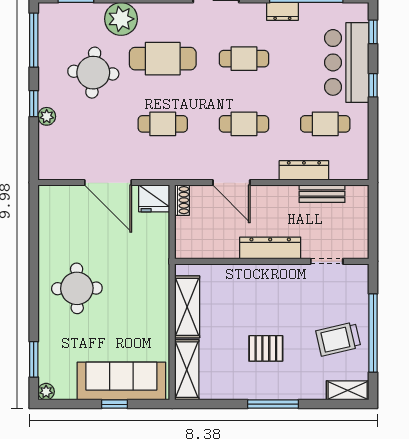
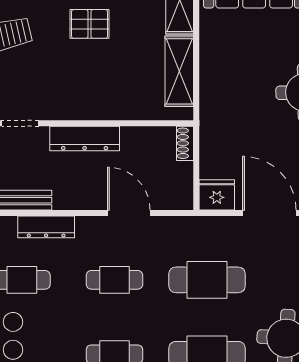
cafe table: (163, 124) -> (207, 280), width x1.37, depth x1.35
shoe rack: (182, 200) -> (185, 143), moved

